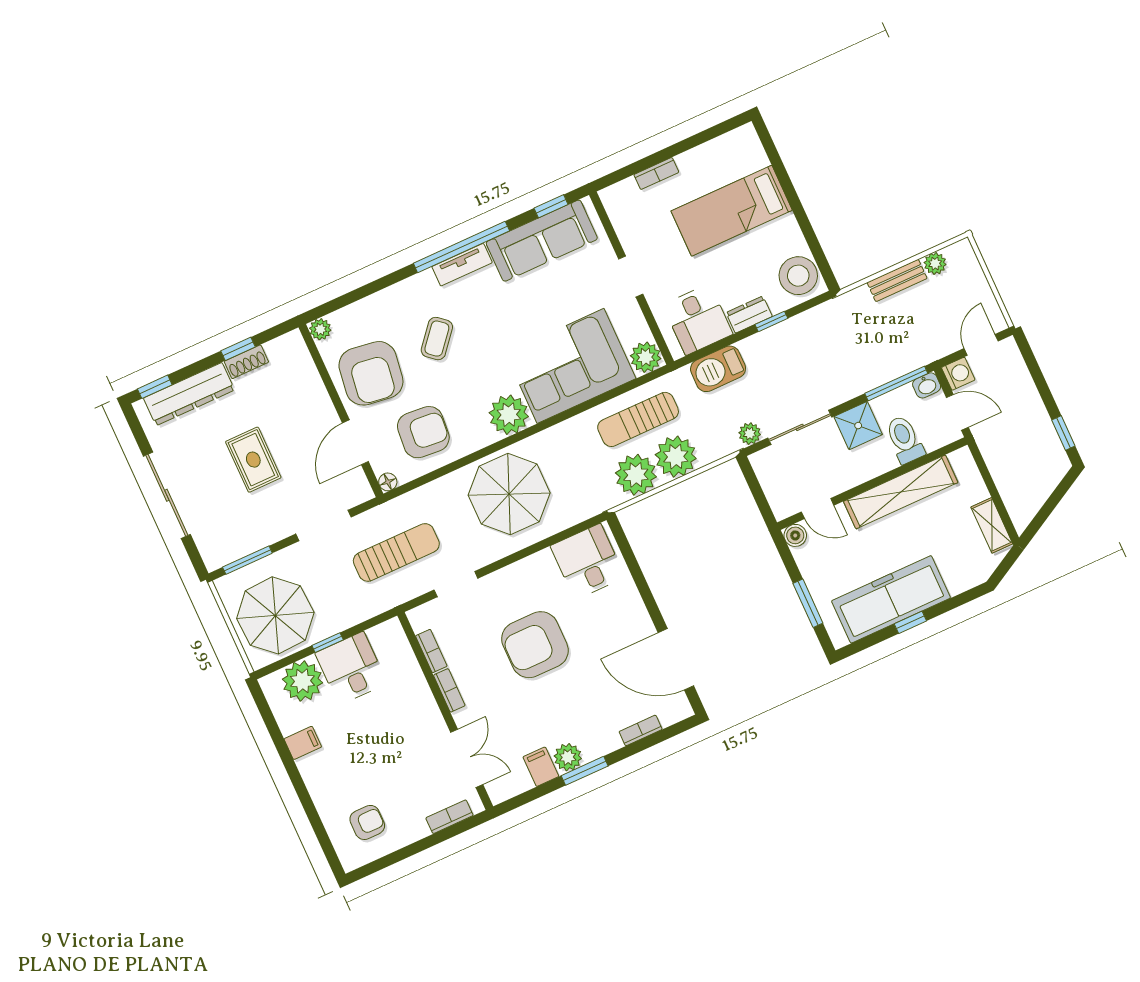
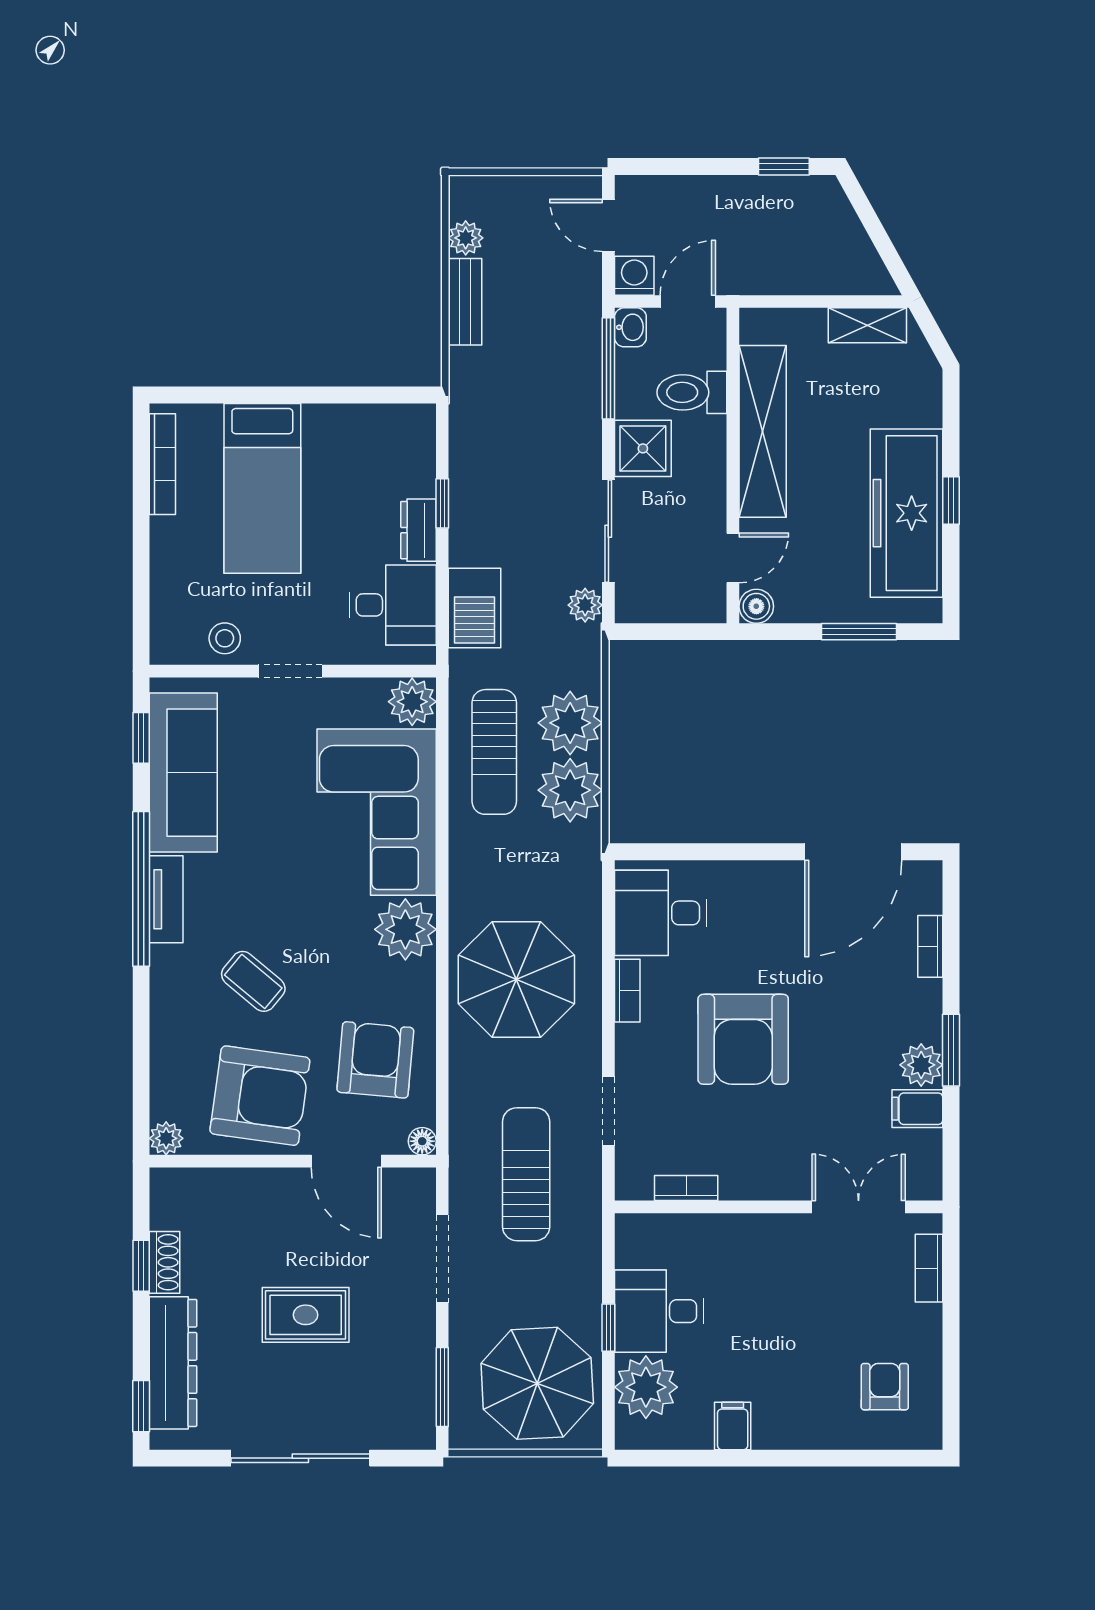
bookcase: (656, 173) -> (162, 464), moved, width x1.56
stool: (798, 276) -> (225, 638), moved, width x0.53, depth x0.53
bookcase: (449, 690) -> (627, 991), moved, turned 90

